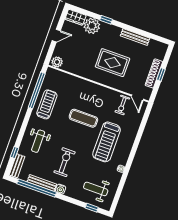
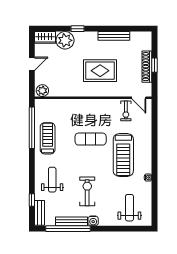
weight bench: (38, 141) -> (52, 180), turned 180
weight bench: (96, 189) -> (129, 208), turned 90
window: (92, 208) -> (132, 229), removed

